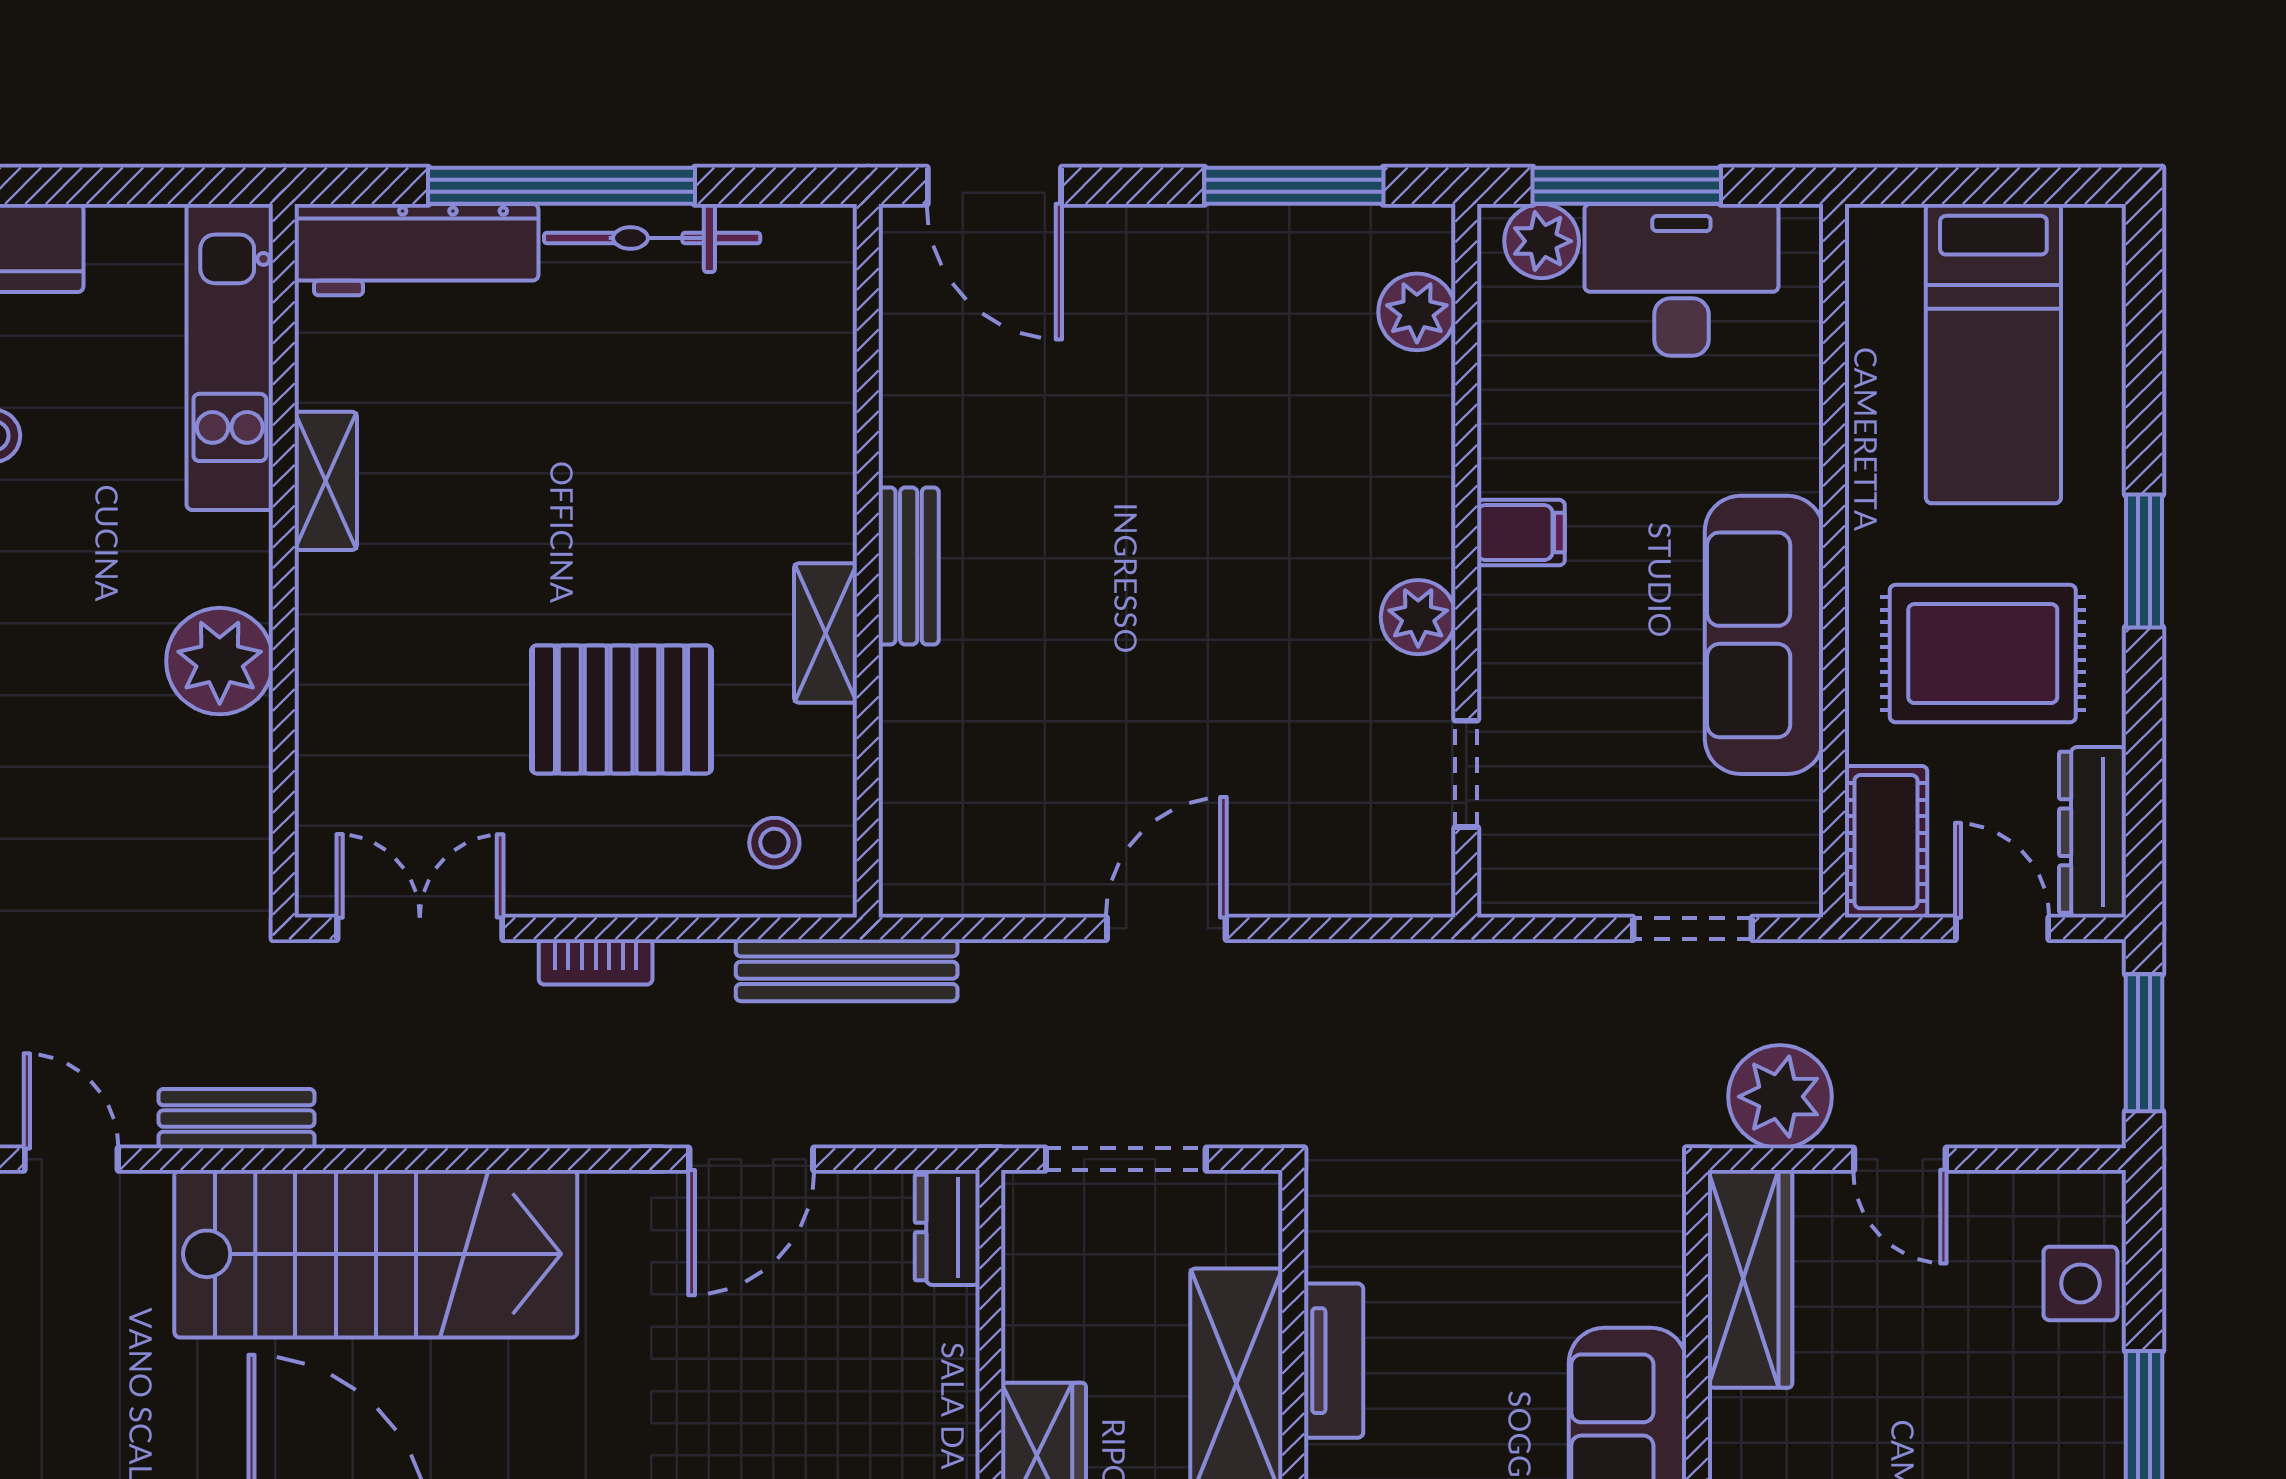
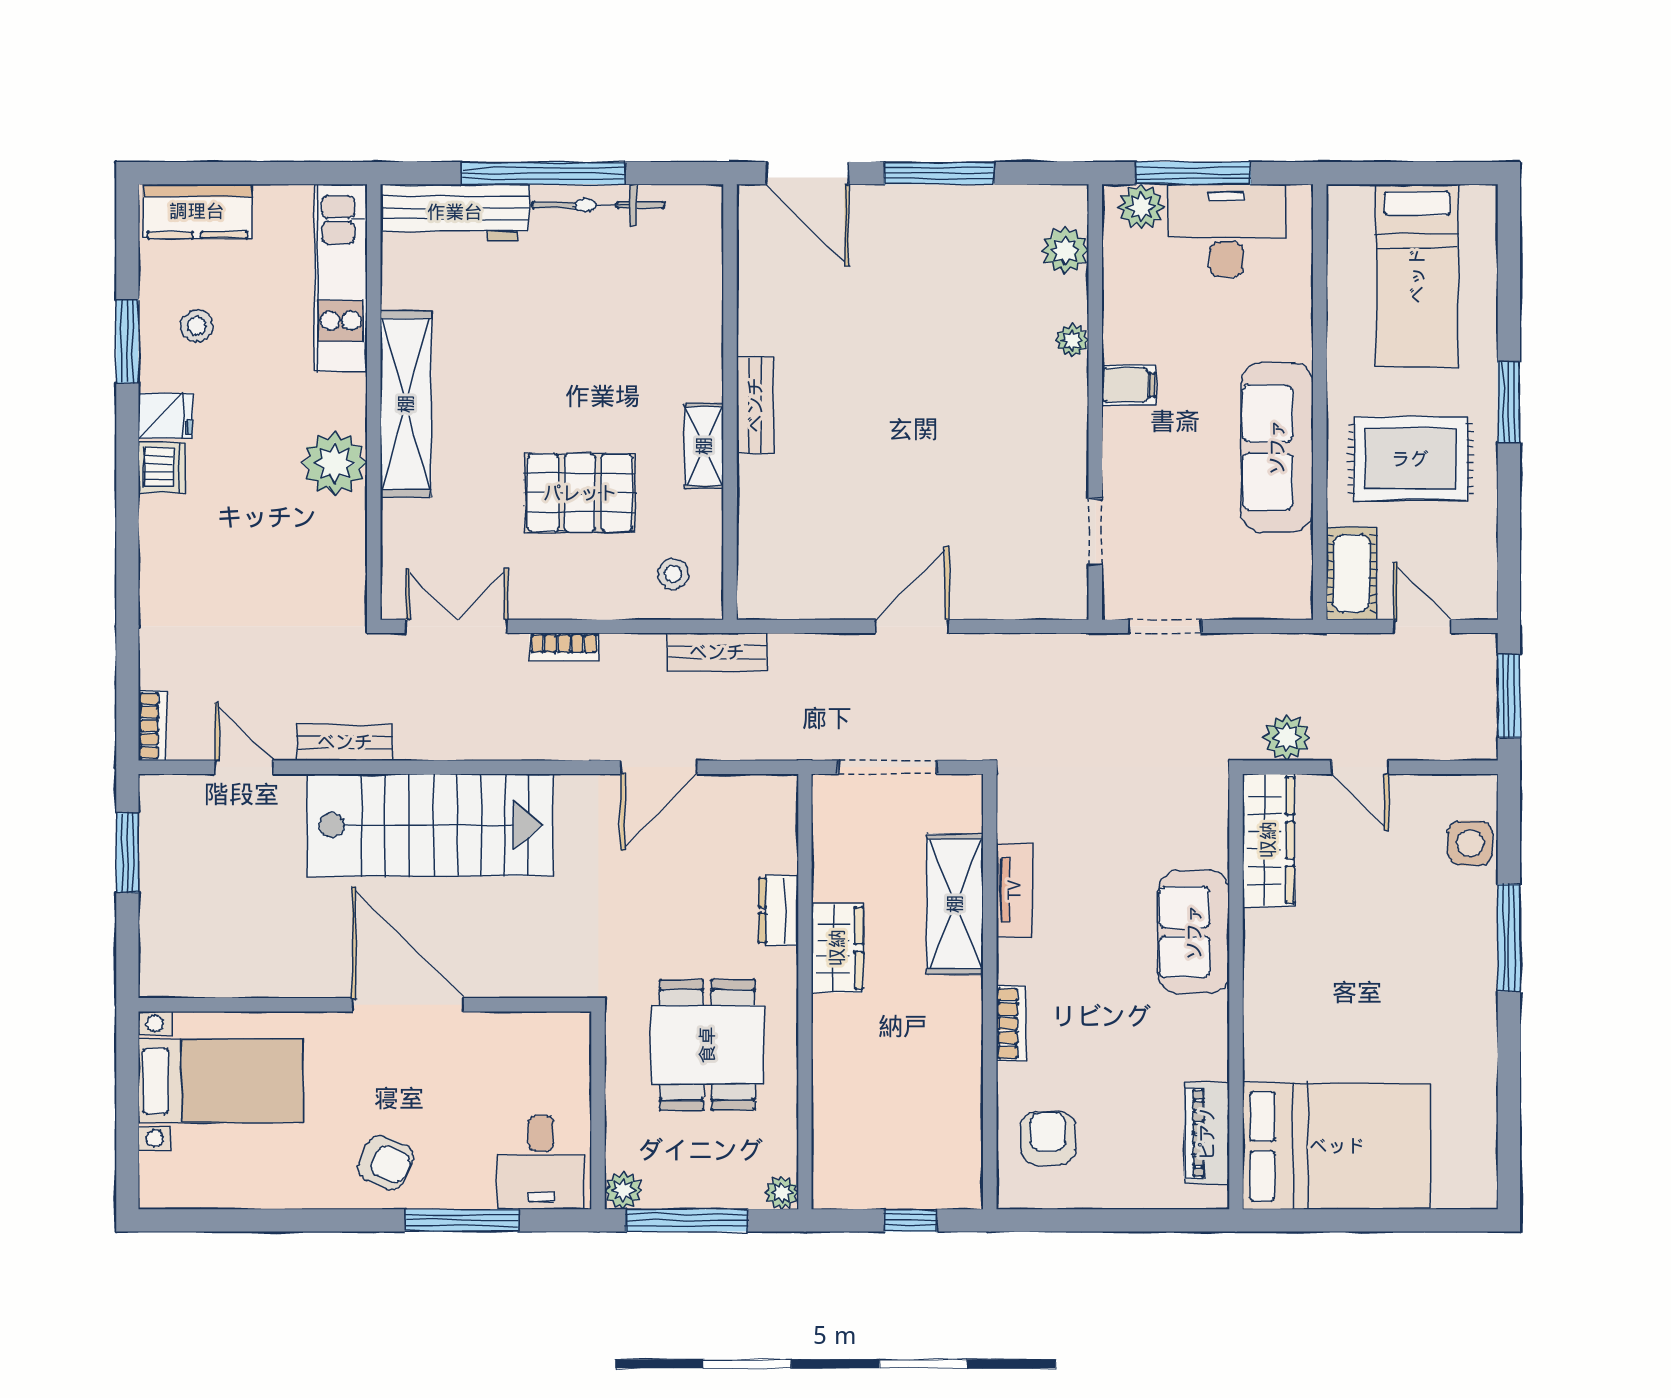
window: (1294, 186) -> (939, 173), moved
shelving: (326, 481) -> (406, 404), width x2.20, depth x1.33
plant: (1418, 617) -> (1072, 340), moved, width x0.73, depth x0.73
dresser: (2093, 832) -> (1477, 568), removed
doorway: (1693, 928) -> (1165, 626), moved
bench: (847, 970) -> (717, 652), width x0.73
plant: (1780, 1097) -> (1287, 737), width x0.73, depth x0.73
dresser: (947, 1227) -> (779, 910), moved

